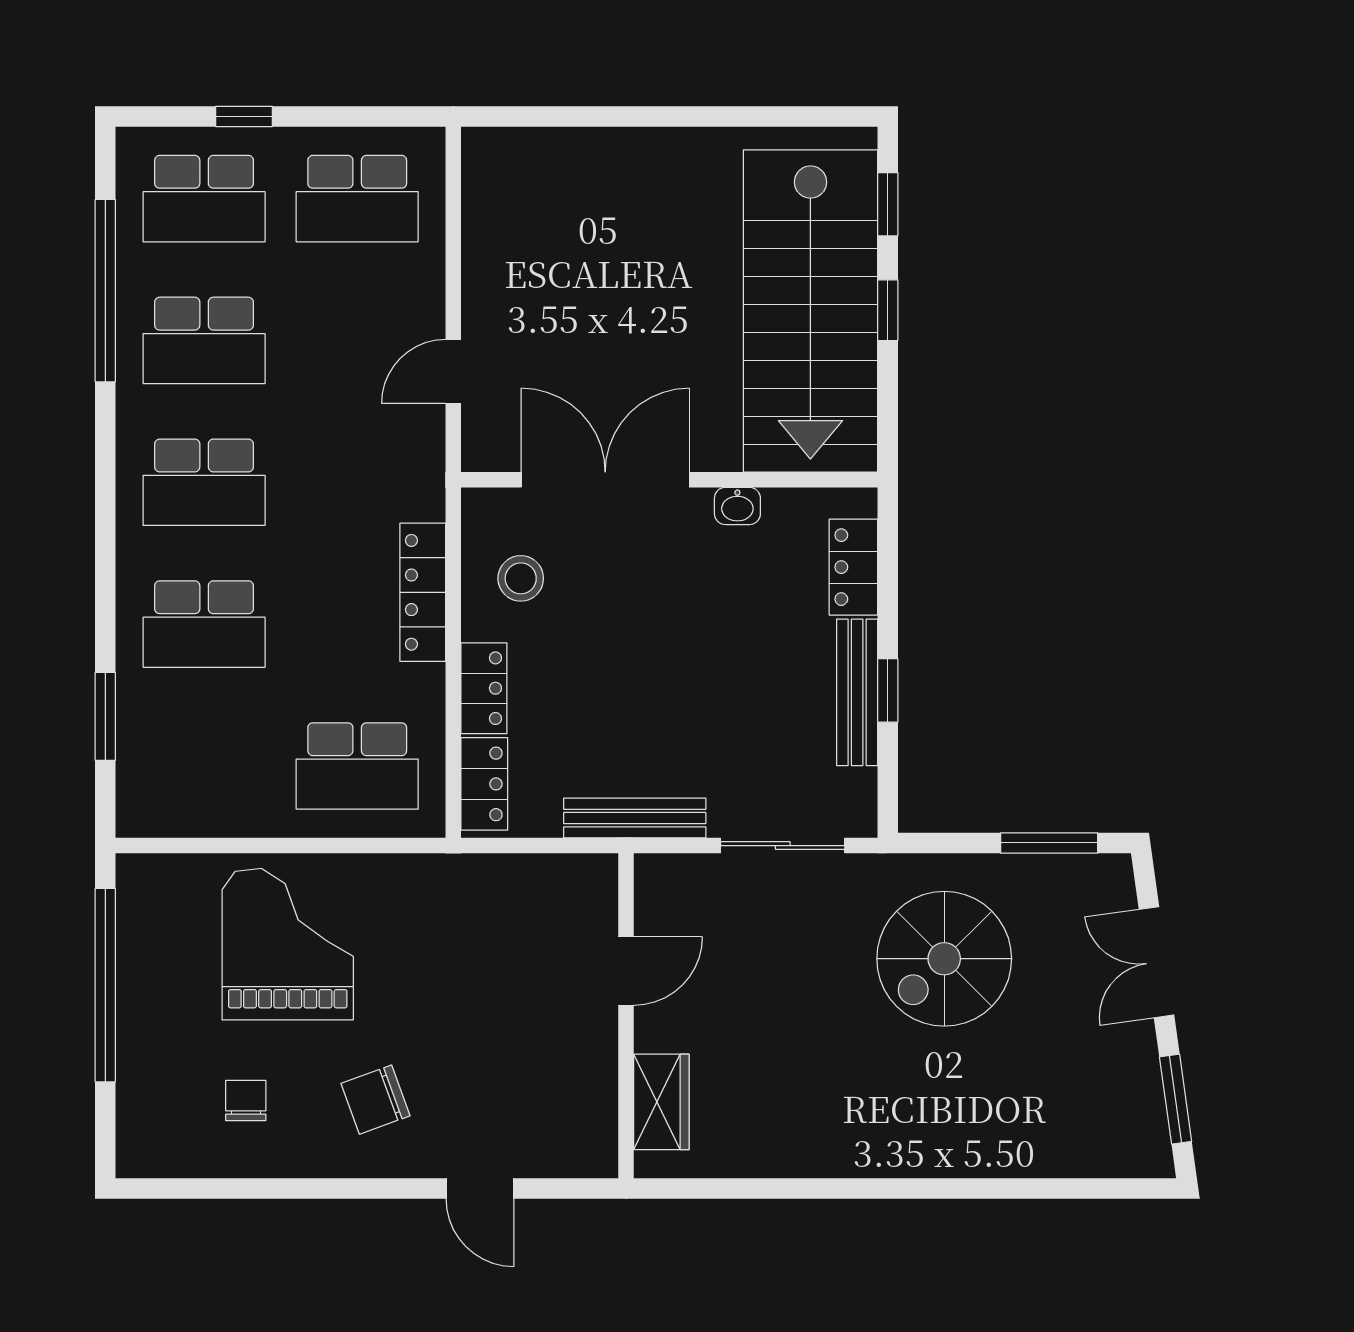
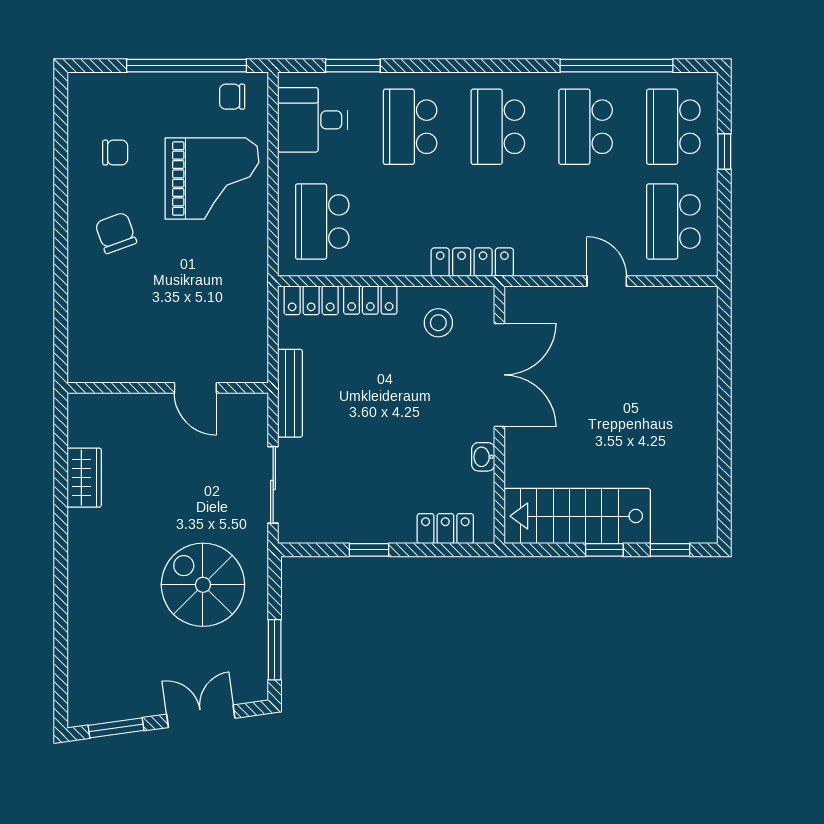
stairs: (810, 311) -> (577, 516), width x0.73, depth x0.66
door: (453, 371) -> (607, 281), moved
locker: (423, 592) -> (472, 262), moved
bench: (857, 692) -> (368, 531), removed
desk: (193, 782) -> (313, 120), added
chair: (155, 912) -> (232, 97), added
wardrobe: (661, 1102) -> (84, 478), moved, turned -90
door: (480, 1188) -> (61, 298), removed

